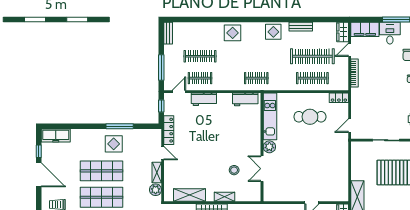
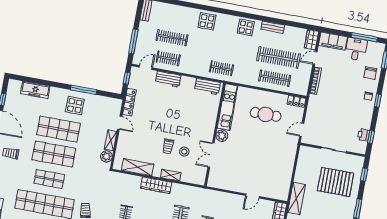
freezer: (56, 135) -> (35, 90), moved
trolley: (217, 168) -> (168, 146), added

